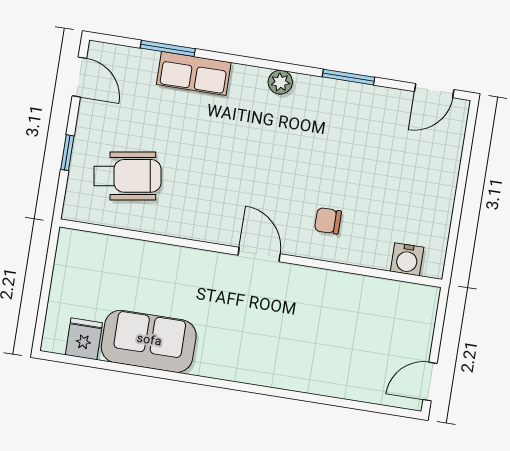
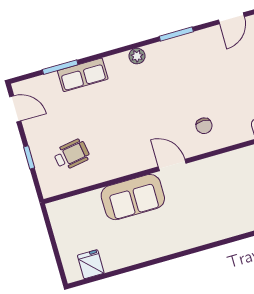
wheelchair: (127, 176) -> (72, 155), width x0.73, depth x0.73
chair: (328, 221) -> (204, 126), turned -90
sofa: (149, 341) -> (133, 197), moved, turned 180

